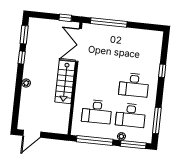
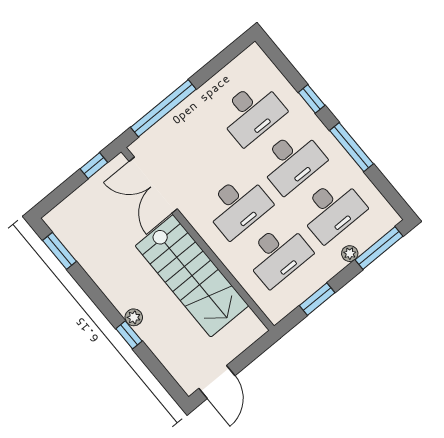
desk: (137, 55) -> (252, 113), added
window: (22, 57) -> (129, 335), moved
desk: (100, 81) -> (238, 206), added
stairs: (65, 82) -> (192, 276), width x1.36, depth x1.51
window: (157, 120) -> (351, 147), moved
window: (95, 140) -> (317, 299), width x0.47

